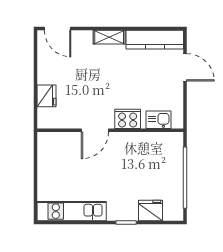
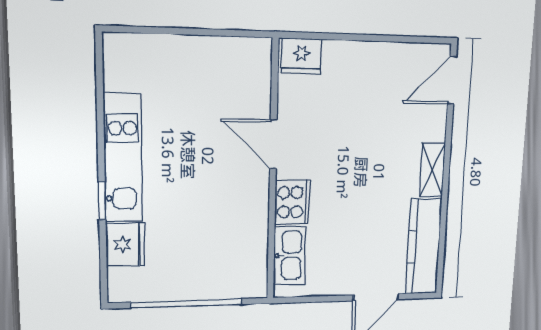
fridge: (47, 96) -> (302, 56), moved
kitchen sink: (158, 120) -> (289, 255), width x1.38
kitchen unit: (72, 211) -> (123, 158), moved

